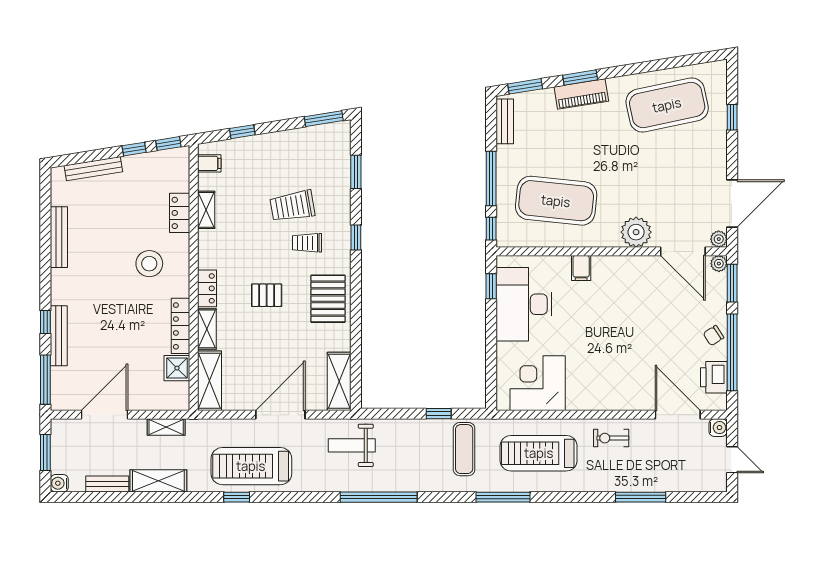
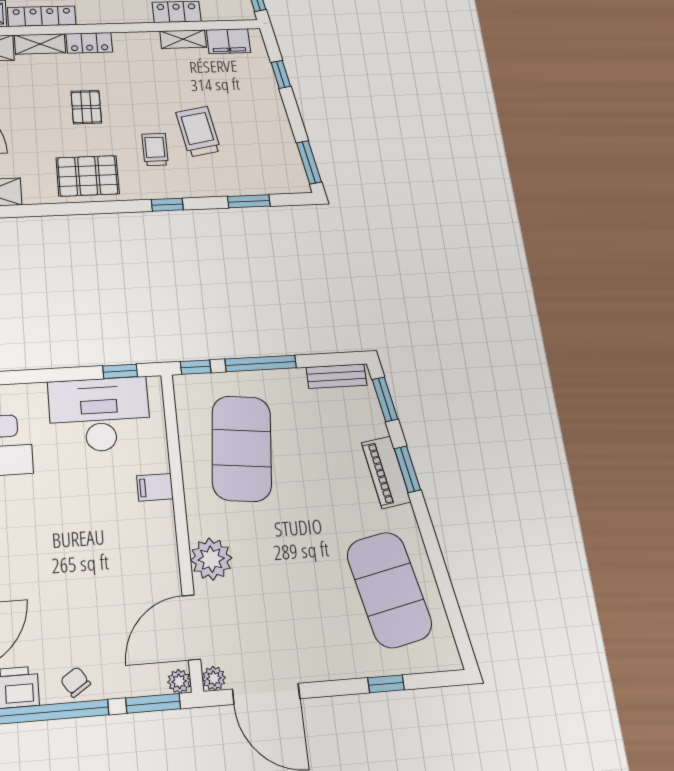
filing cabinet: (209, 163) -> (228, 41), width x2.00

